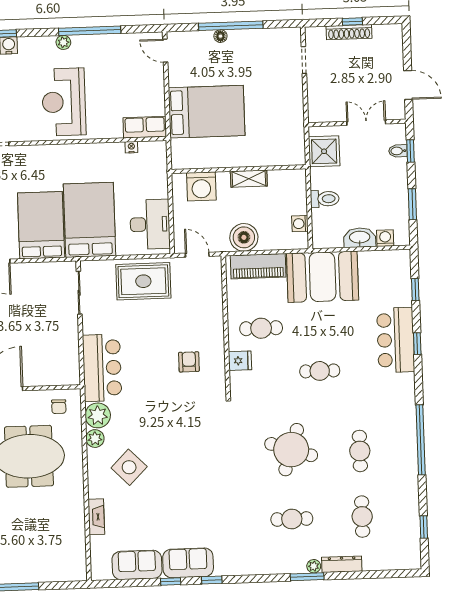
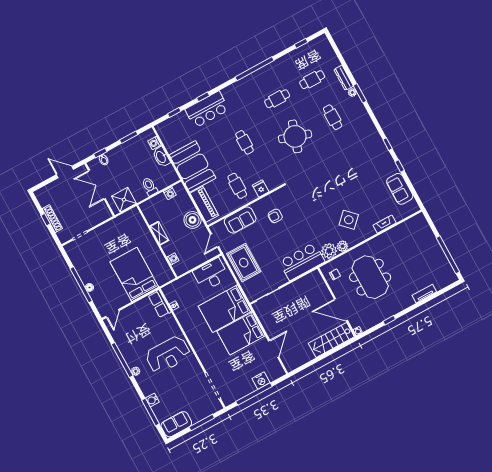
door: (408, 85) -> (65, 172), hinge flipped
double door: (366, 123) -> (97, 185), width x1.37
washing machine: (201, 186) -> (173, 259), width x0.53, depth x0.53
sofa: (188, 563) -> (240, 220), moved, turned -90

